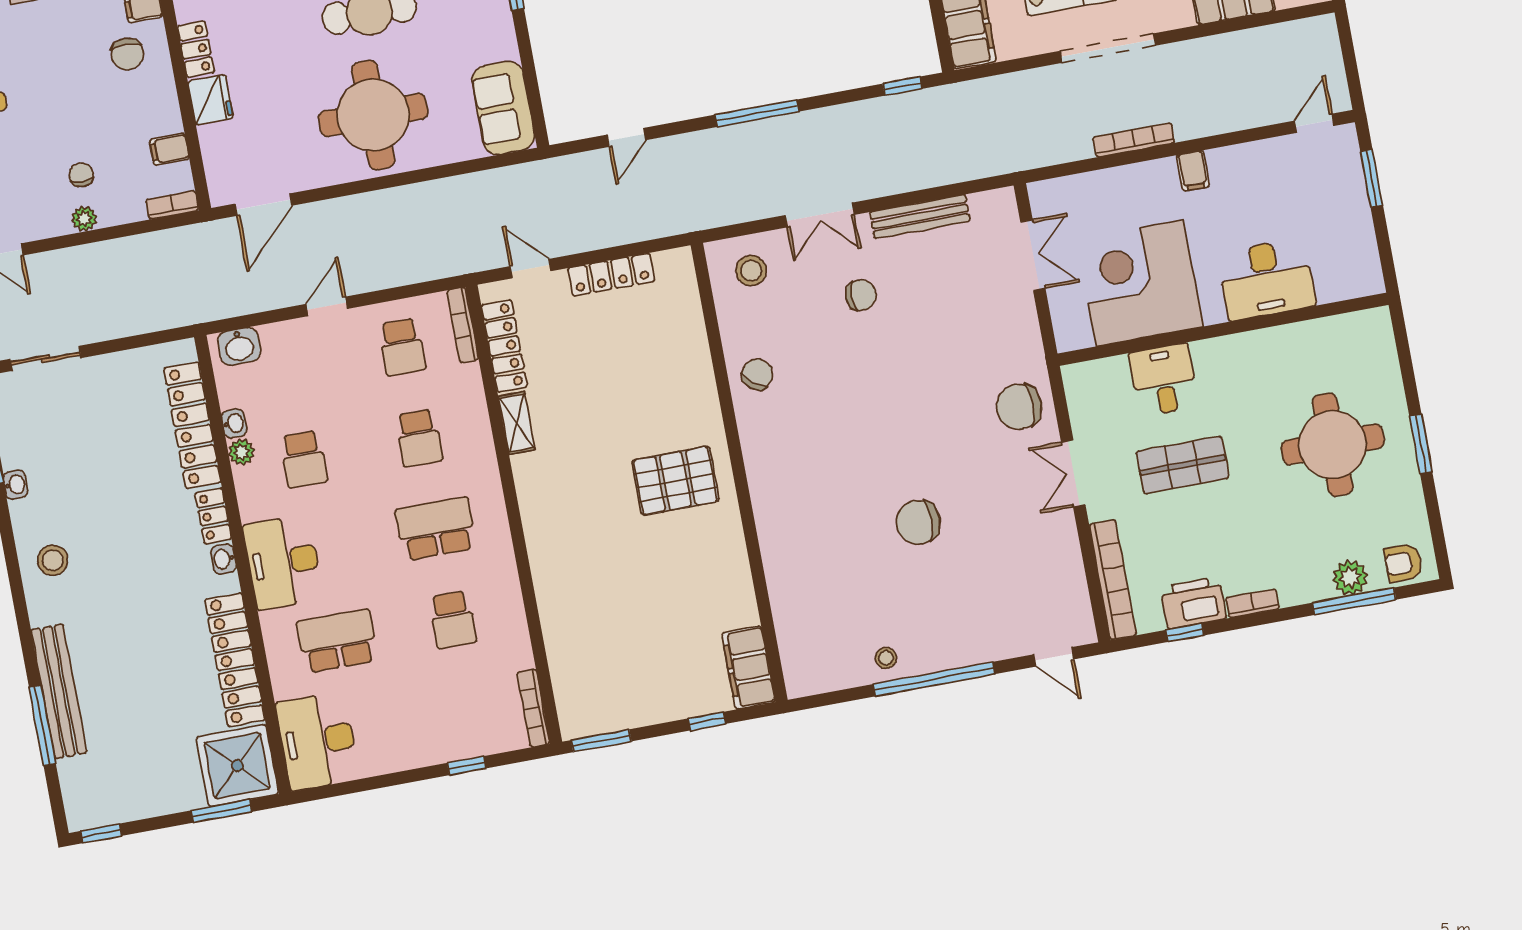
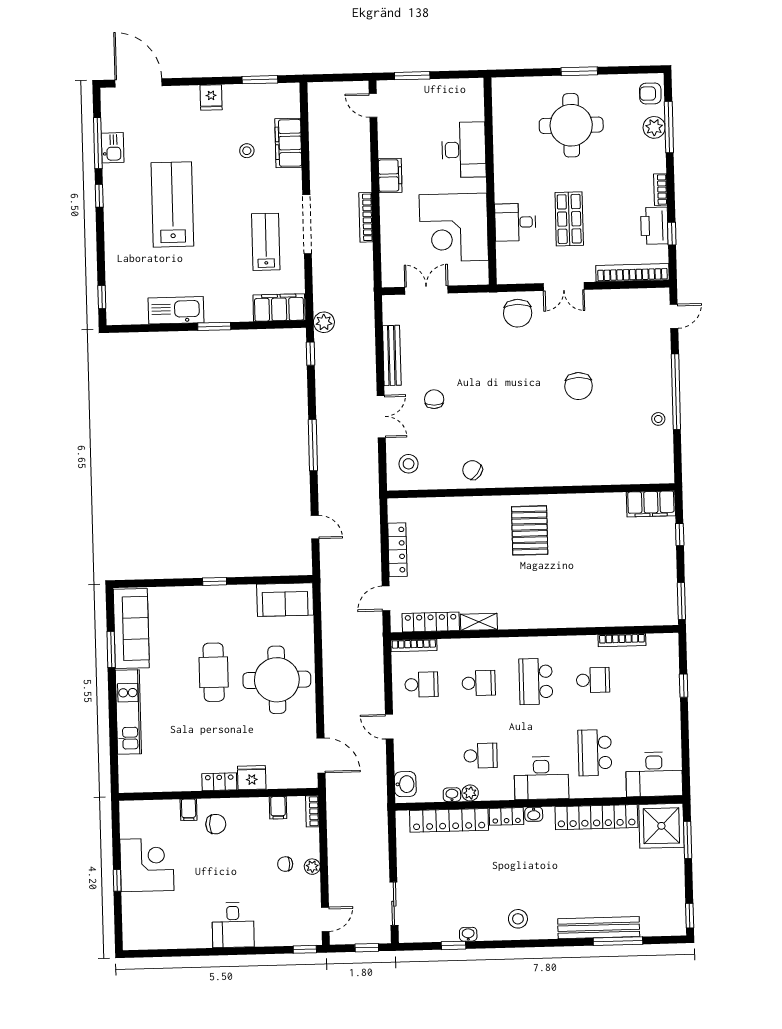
plant: (956, 100) -> (324, 322), added
filing cabinet: (1193, 171) -> (390, 175), width x2.00
armchair: (1403, 563) -> (650, 94), turned 90
bookcase: (533, 708) -> (622, 640), moved

